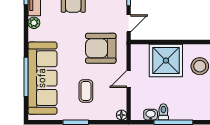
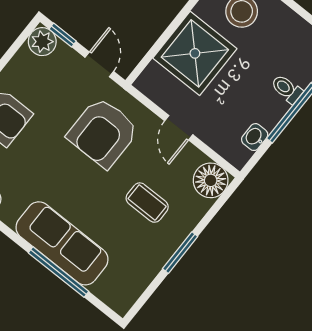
sofa: (42, 78) -> (62, 243), width x0.74, depth x0.79
toilet: (163, 112) -> (287, 89), moved
floor lamp: (121, 115) -> (211, 180), width x1.89, depth x1.89

